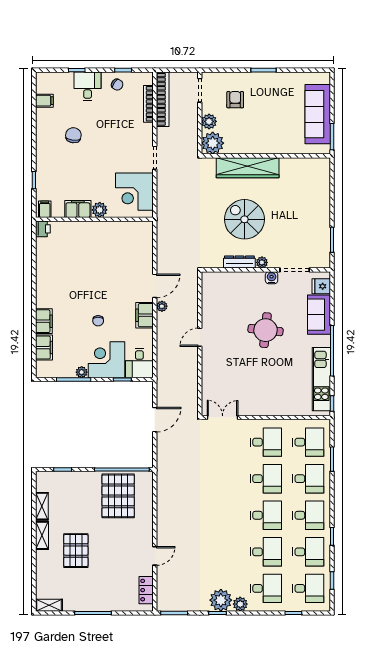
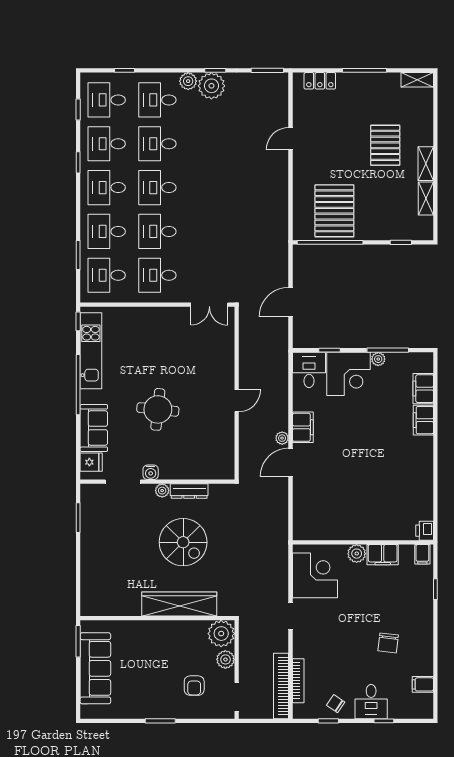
chair: (98, 321) -> (358, 421), removed
locker: (146, 590) -> (320, 81), moved, turned 90

